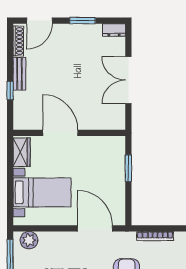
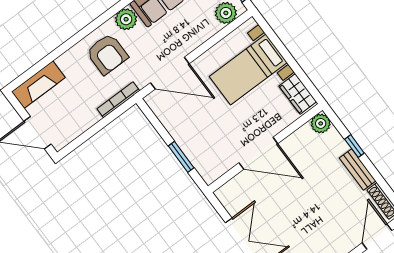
plant: (21, 122) -> (321, 123), added
door: (60, 133) -> (258, 153), moved
bookcase: (155, 236) -> (118, 100), moved

